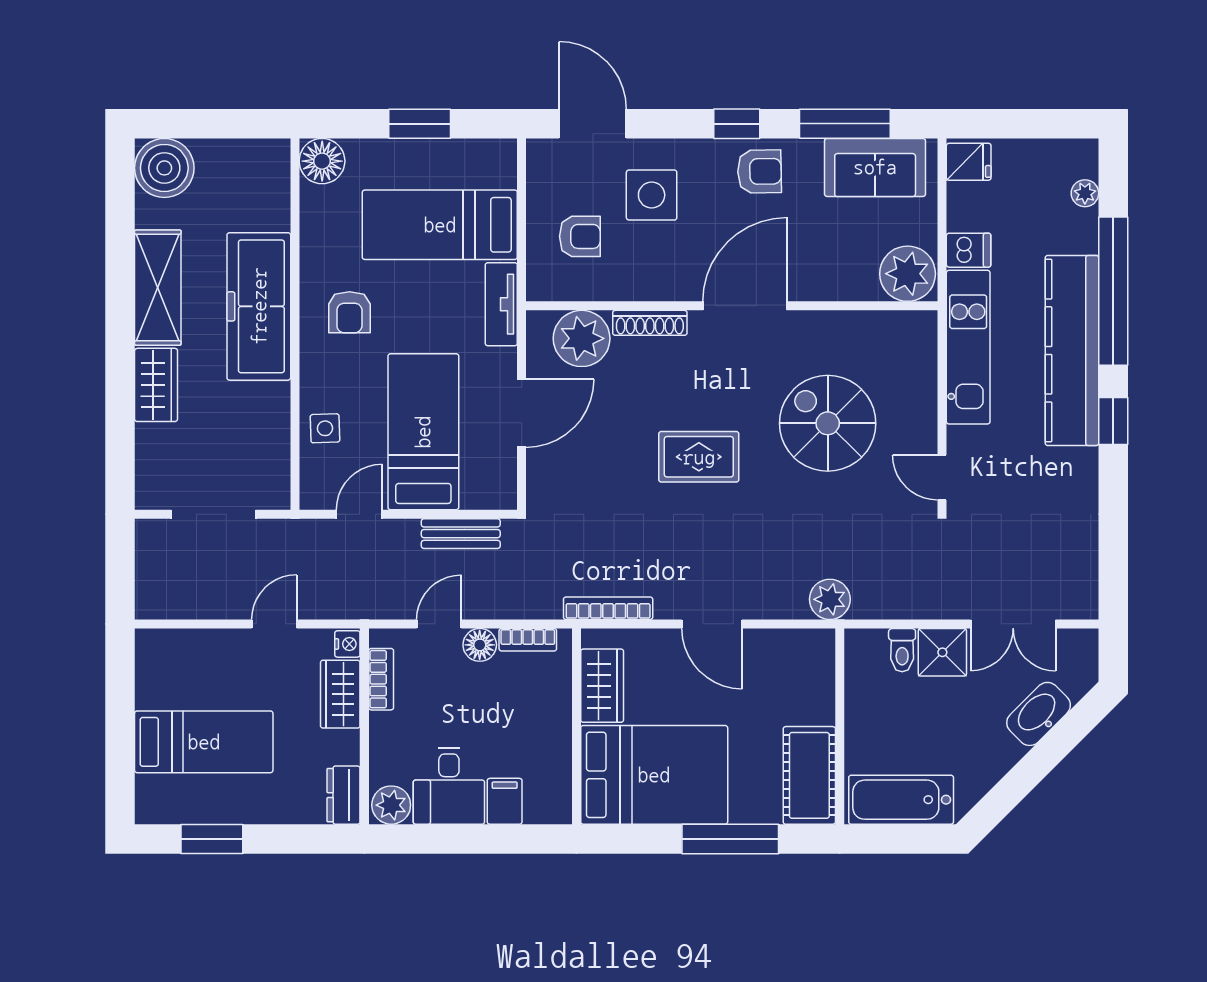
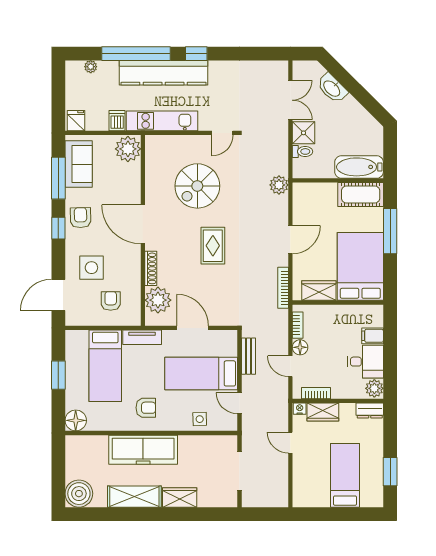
bathtub: (901, 800) -> (359, 167), moved, turned 90

